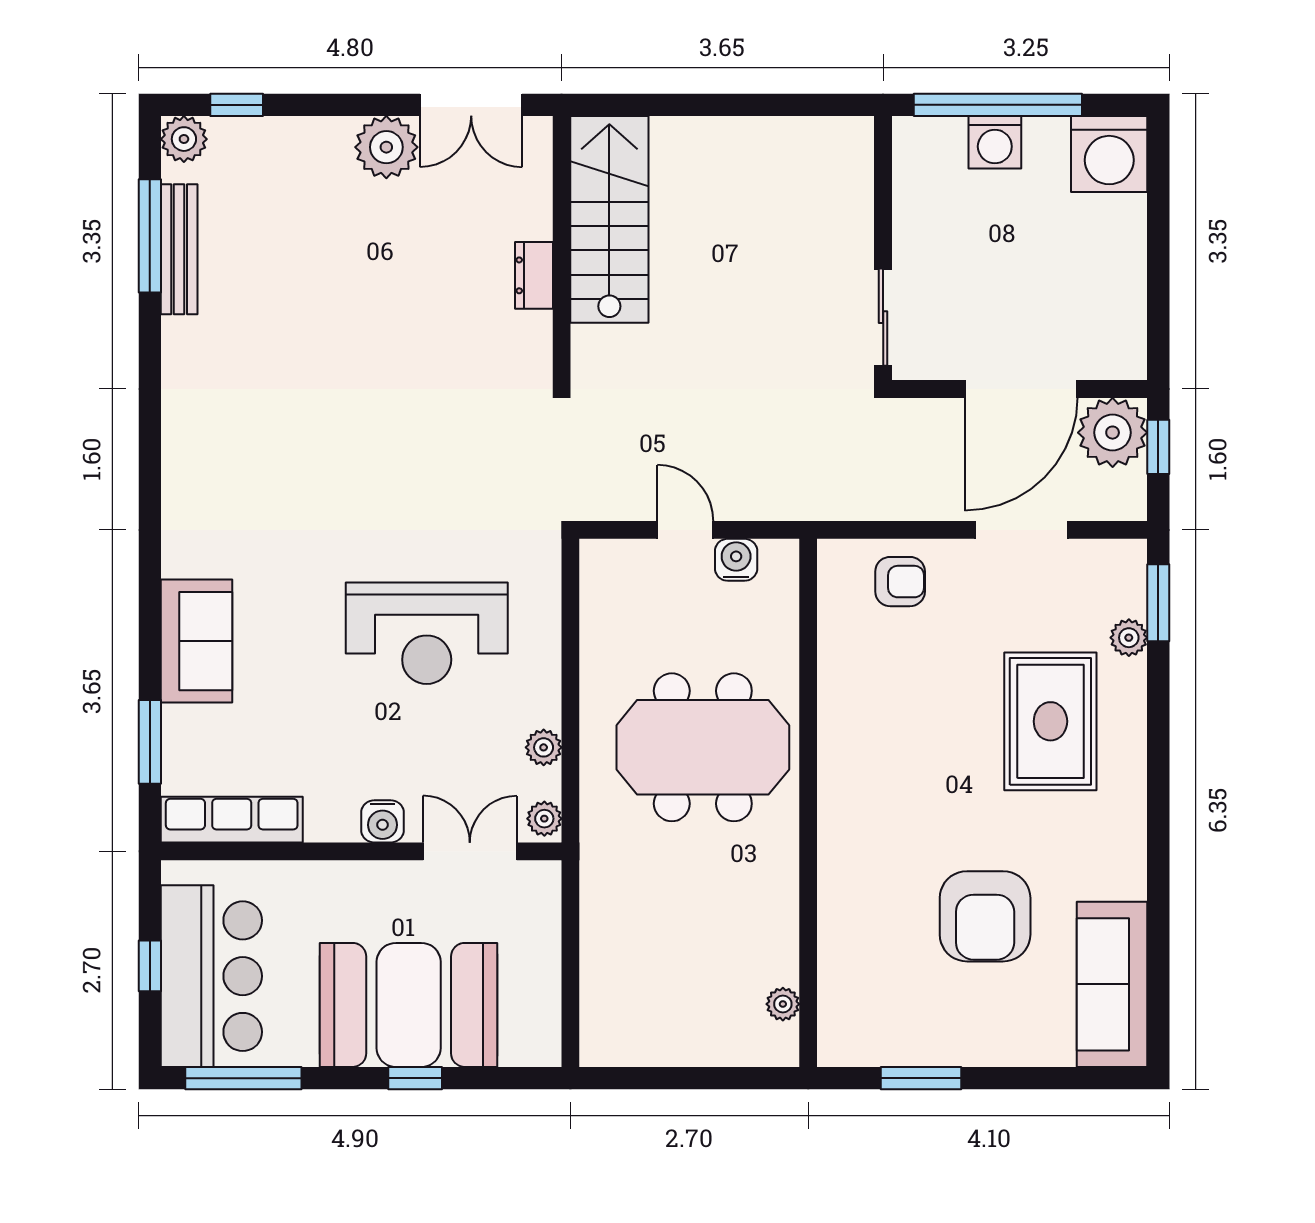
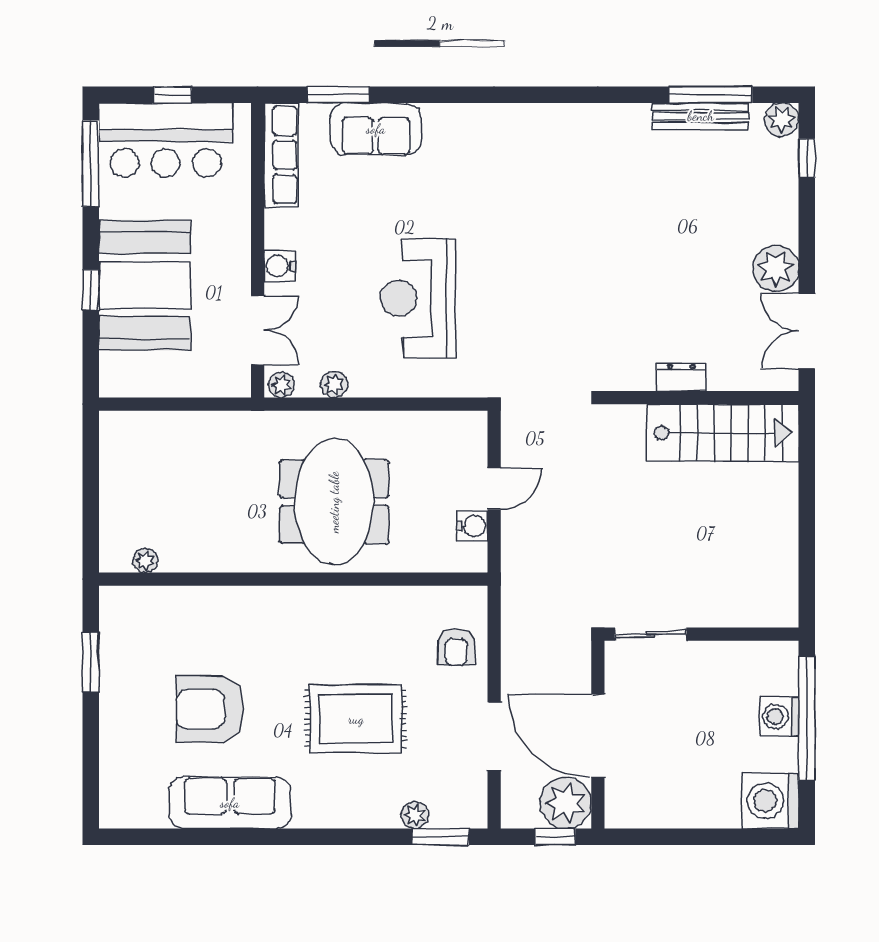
sofa: (196, 641) -> (376, 129), moved
rug: (1050, 721) -> (356, 719), moved
sofa: (1112, 984) -> (230, 803), moved

